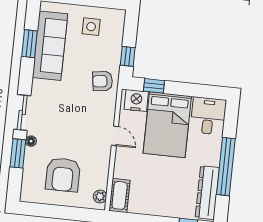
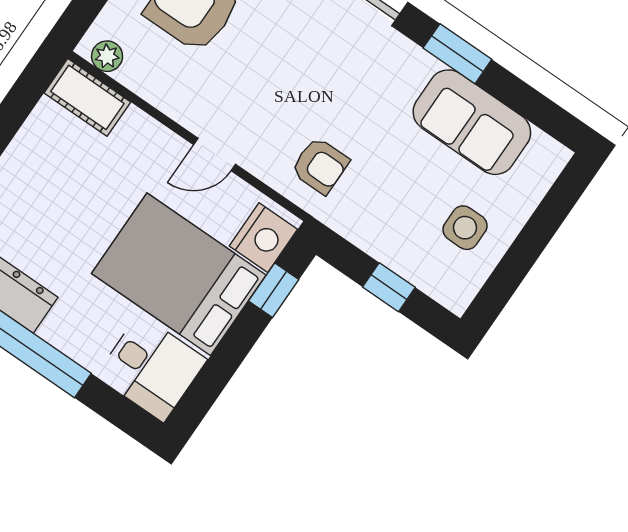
window: (29, 44) -> (457, 54), moved
sofa: (50, 46) -> (472, 122), width x0.73
window: (128, 56) -> (389, 287), moved
armchair: (103, 81) -> (320, 166), moved, turned 98

